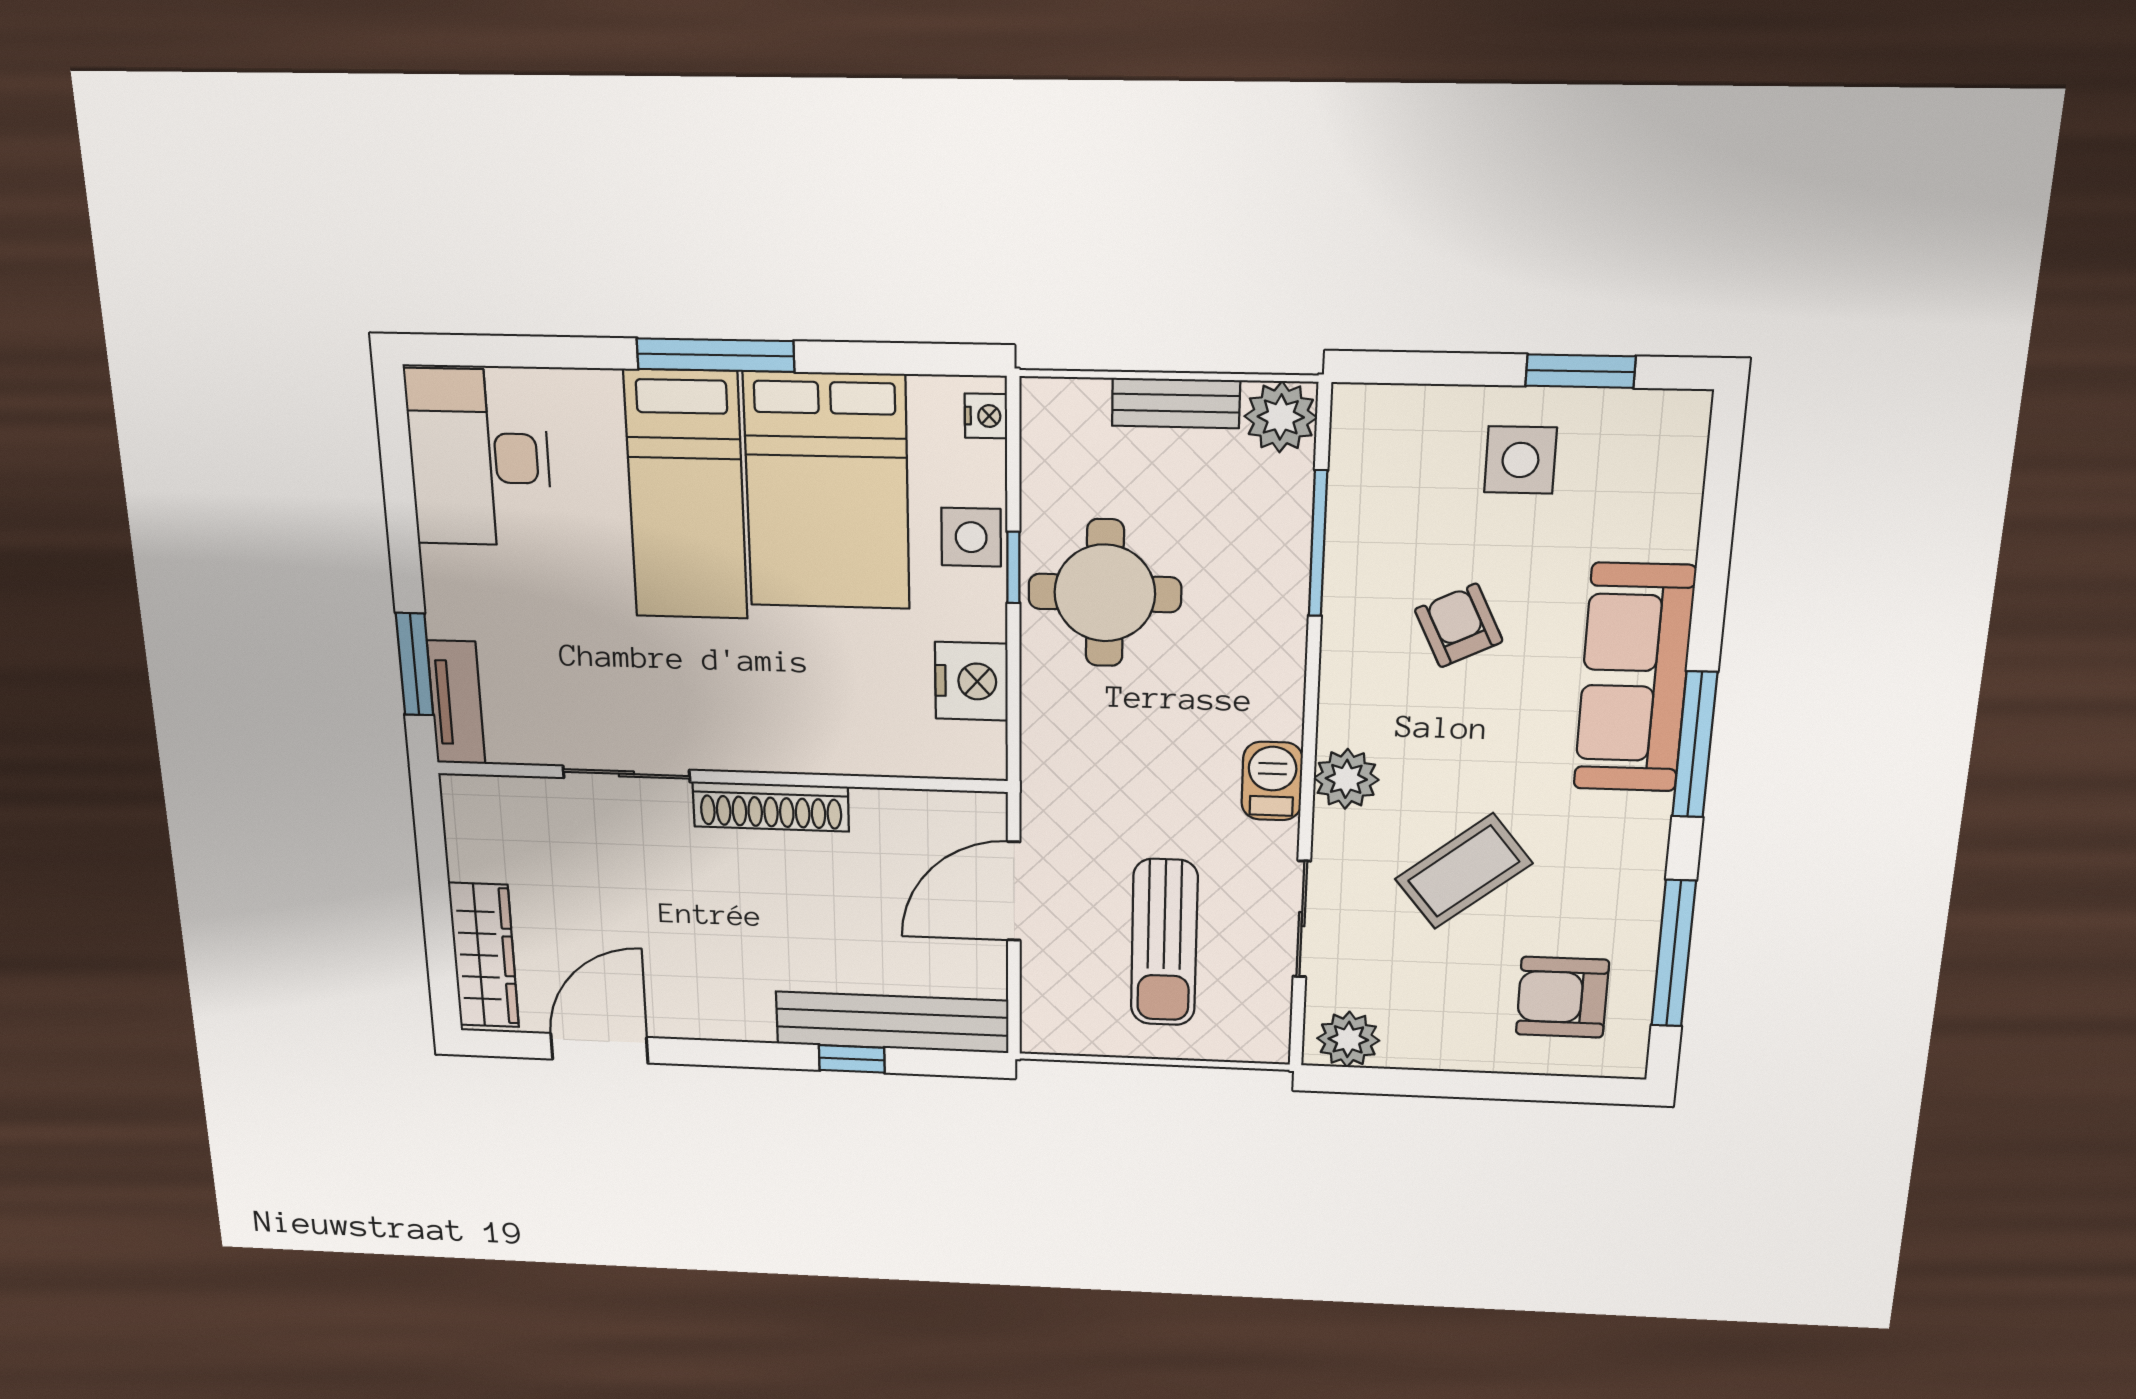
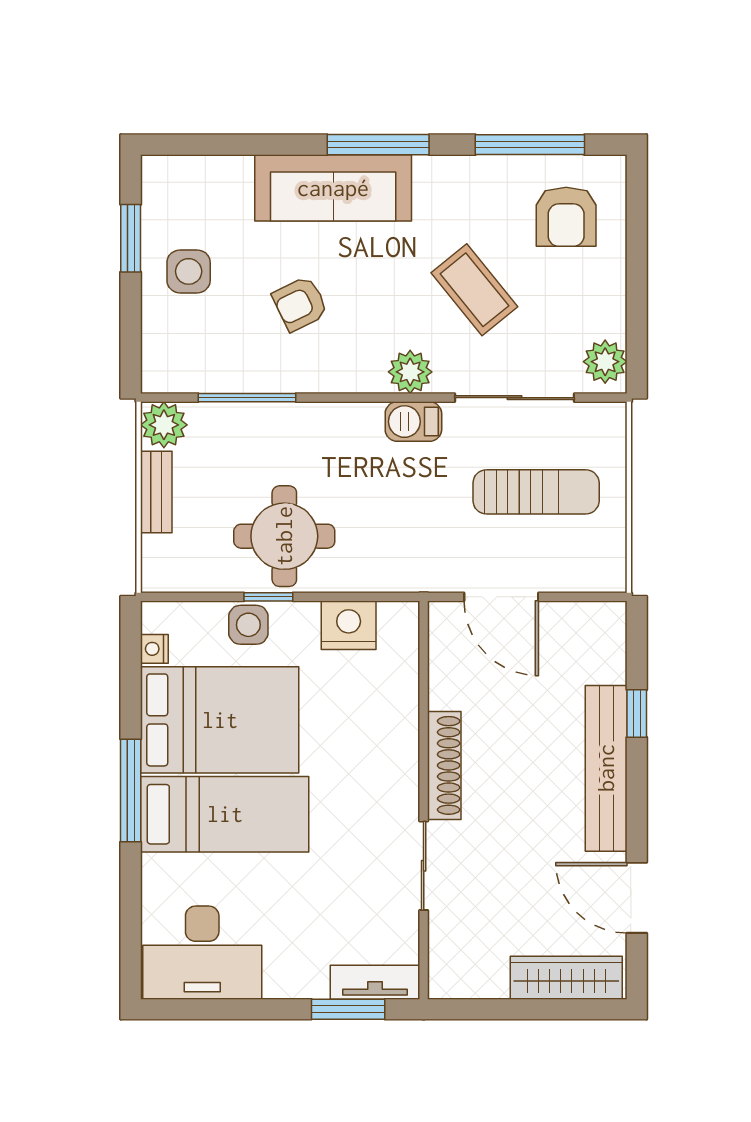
nightstand: (986, 416) -> (154, 649), moved, turned -90
sliding door: (1302, 919) -> (514, 398), width x1.37
bench: (892, 1022) -> (606, 768), moved

